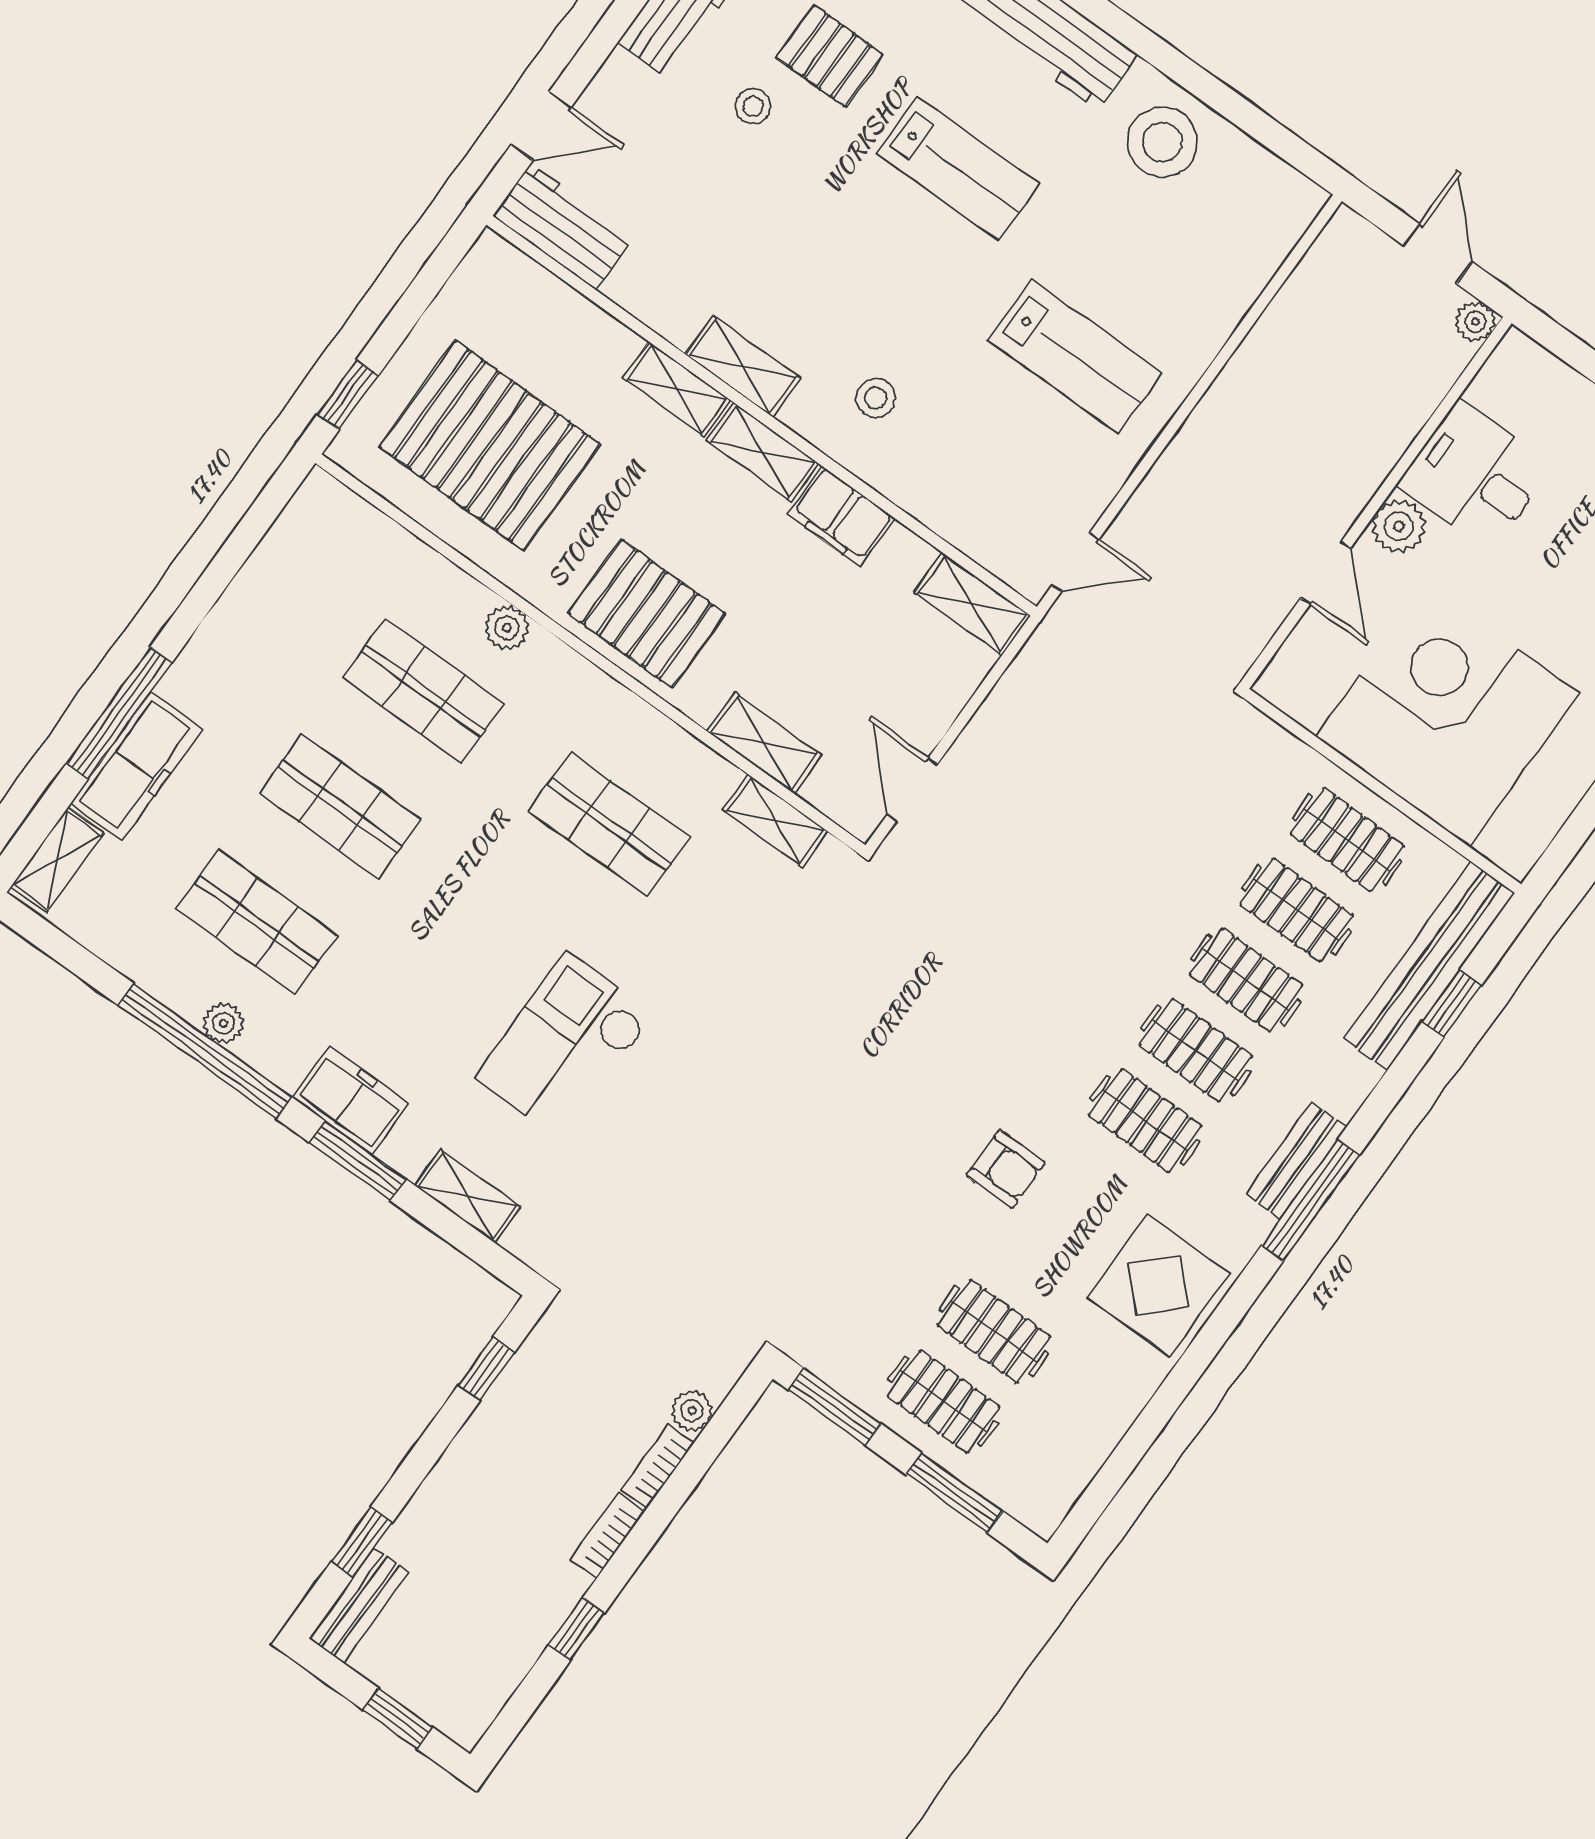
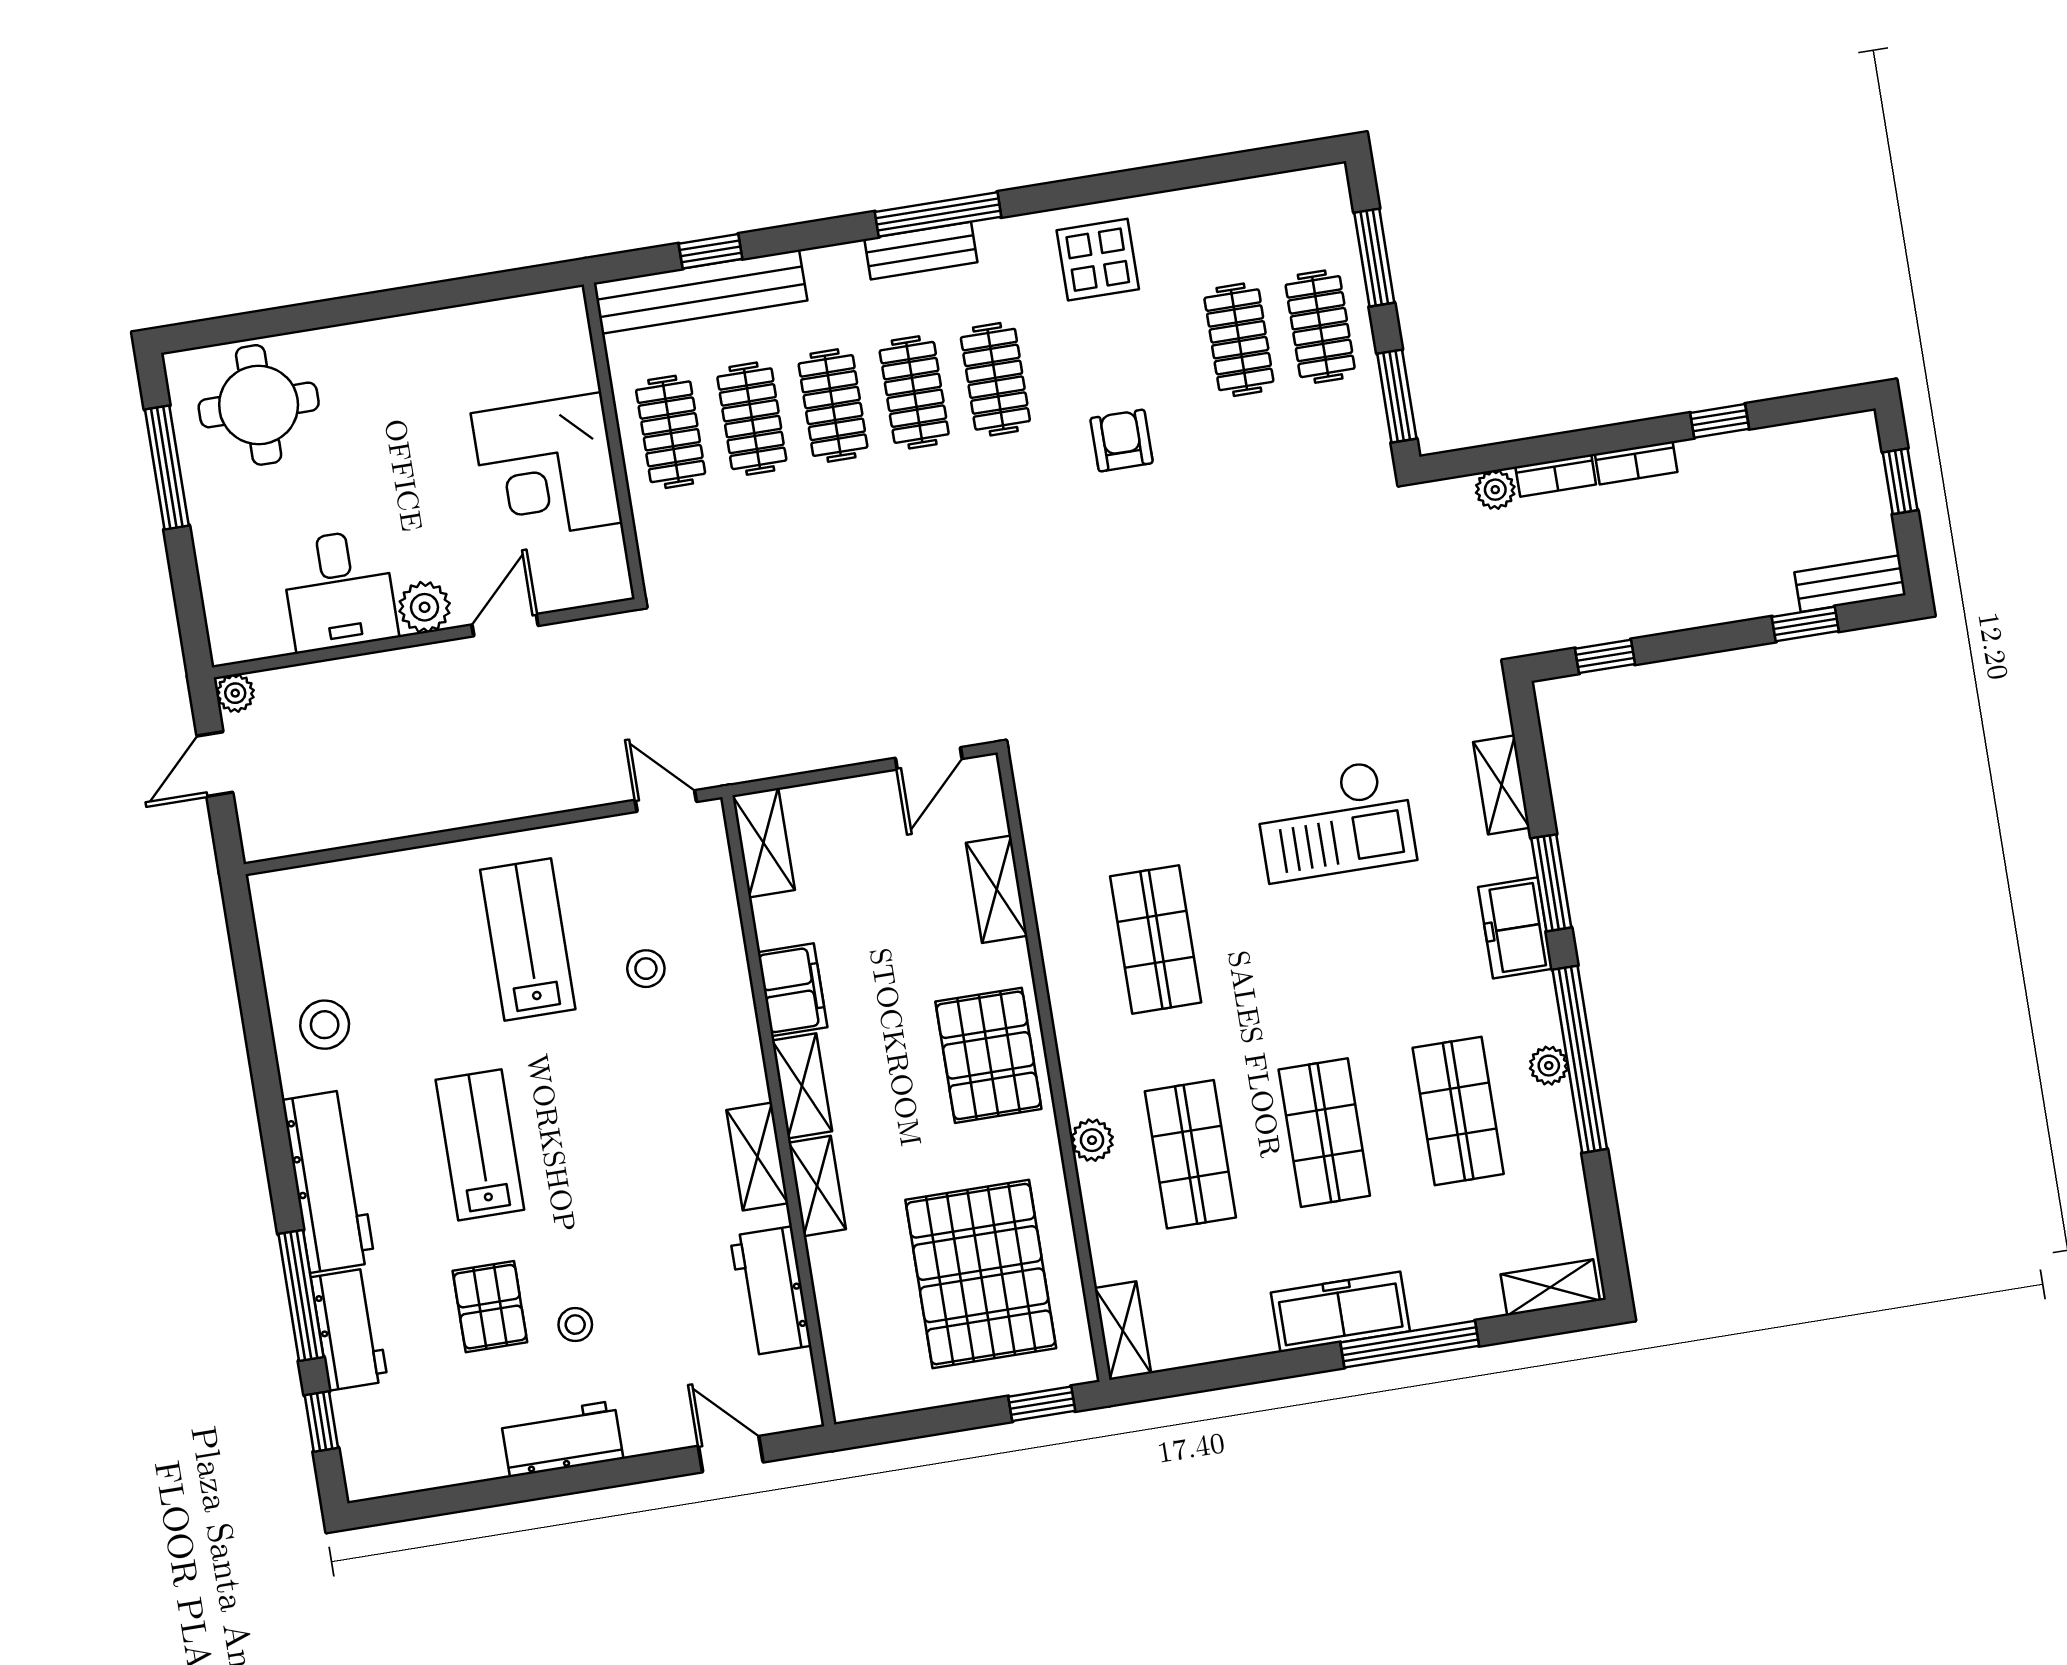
stool: (1162, 142) -> (325, 1025), width x0.73, depth x0.73
workbench: (563, 227) -> (771, 1291), moved
stool: (876, 398) -> (646, 969), moved
corner desk: (1447, 715) -> (547, 468), width x0.74, depth x0.74
freezer: (136, 766) -> (1340, 1312), moved
shelving: (775, 821) -> (1123, 1331), moved
display table: (1158, 1285) -> (1098, 260), width x0.73, depth x0.73

